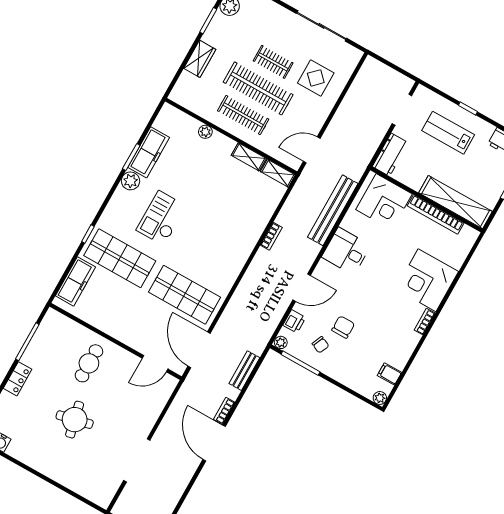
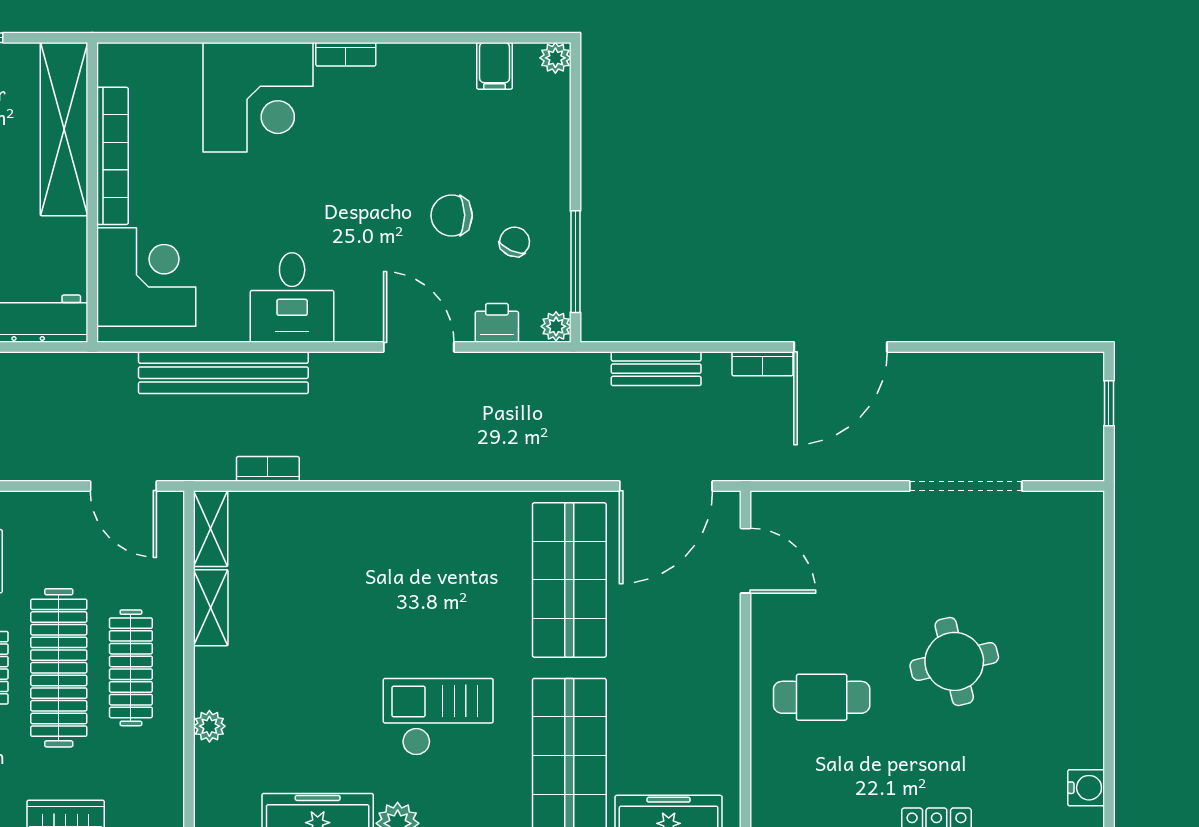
checkout: (161, 218) -> (438, 717), turned 180
bookcase: (271, 236) -> (268, 469), moved

